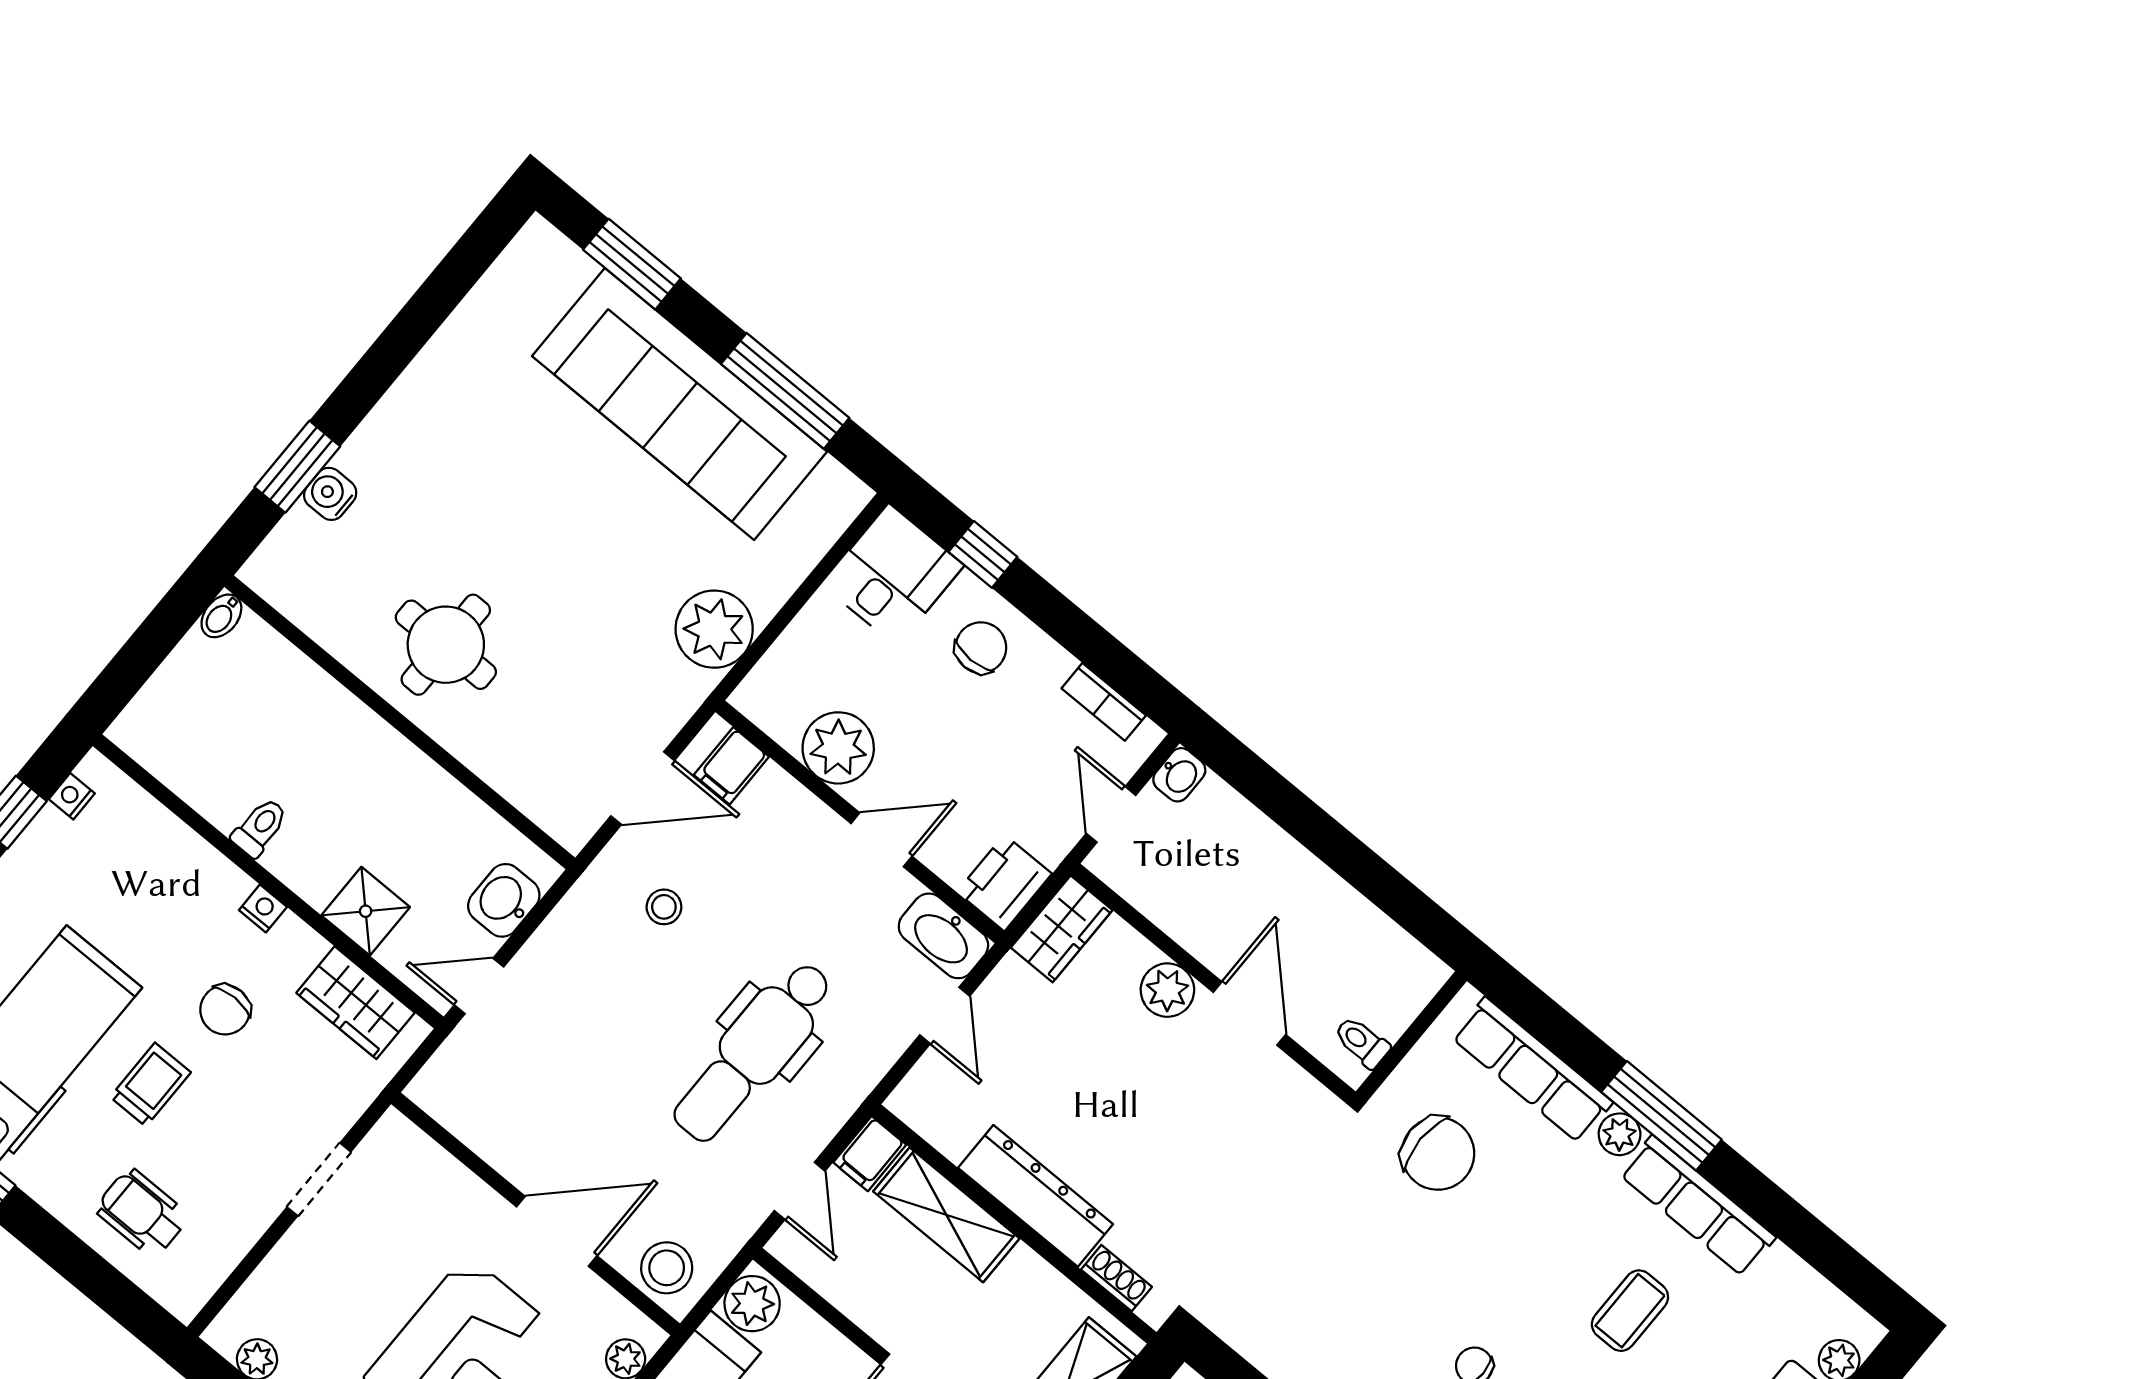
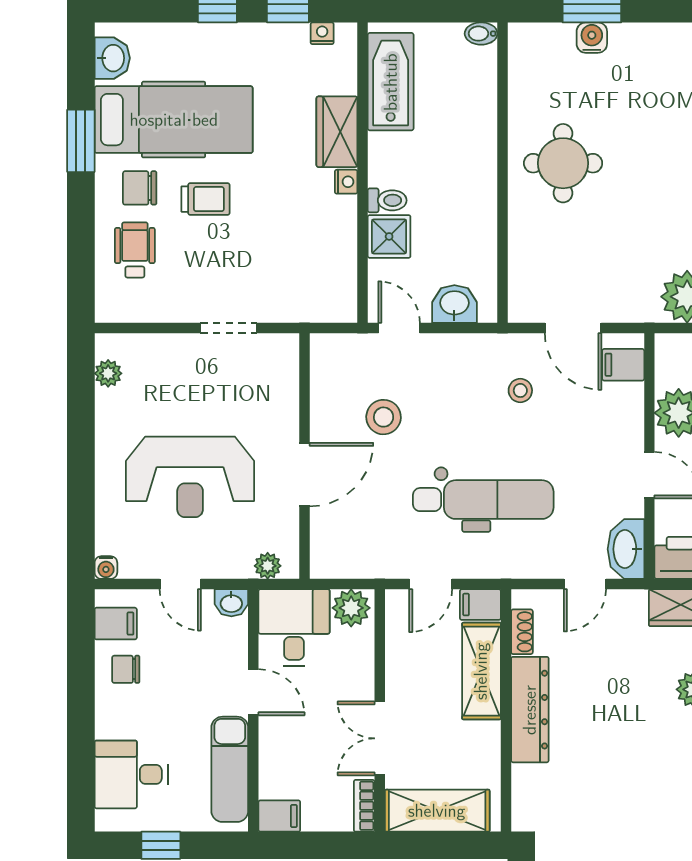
bathtub: (191, 764) -> (391, 82), added
toilet: (260, 827) -> (387, 200), moved
wardrobe: (356, 1003) -> (337, 132), moved
chair: (225, 1010) -> (140, 188), moved
dental chair: (753, 1052) -> (483, 500), turned 180
door: (557, 1231) -> (305, 475), hinge flipped
stool: (667, 1268) -> (384, 417), moved
shoe rack: (1117, 1278) -> (522, 632), moved

